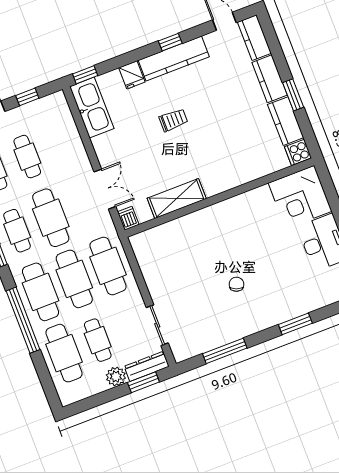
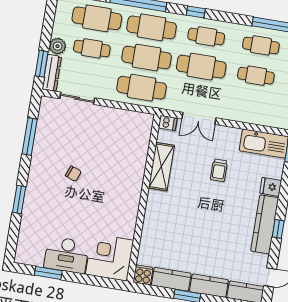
trolley: (173, 120) -> (219, 170), moved

